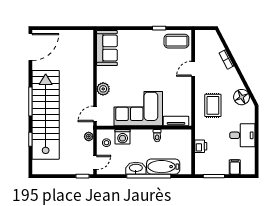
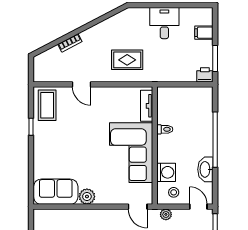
plant: (103, 89) -> (87, 196), moved
floor lamp: (242, 97) -> (117, 24), removed
printer: (201, 146) -> (205, 75), moved
bathtub: (163, 167) -> (203, 122), removed
washbasin: (136, 168) -> (205, 169), moved

